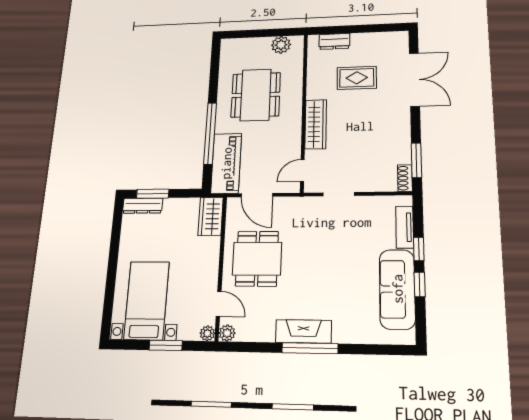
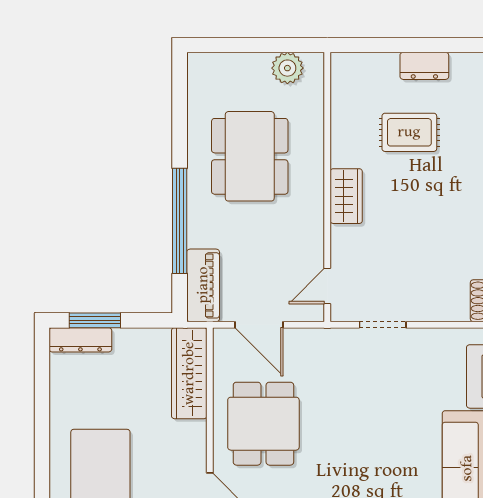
dresser: (334, 41) -> (424, 66), moved
wardrobe: (316, 124) -> (346, 196), width x0.67
piano: (226, 163) -> (203, 285), width x0.73, depth x0.75
wardrobe: (211, 216) -> (189, 373), width x1.50

